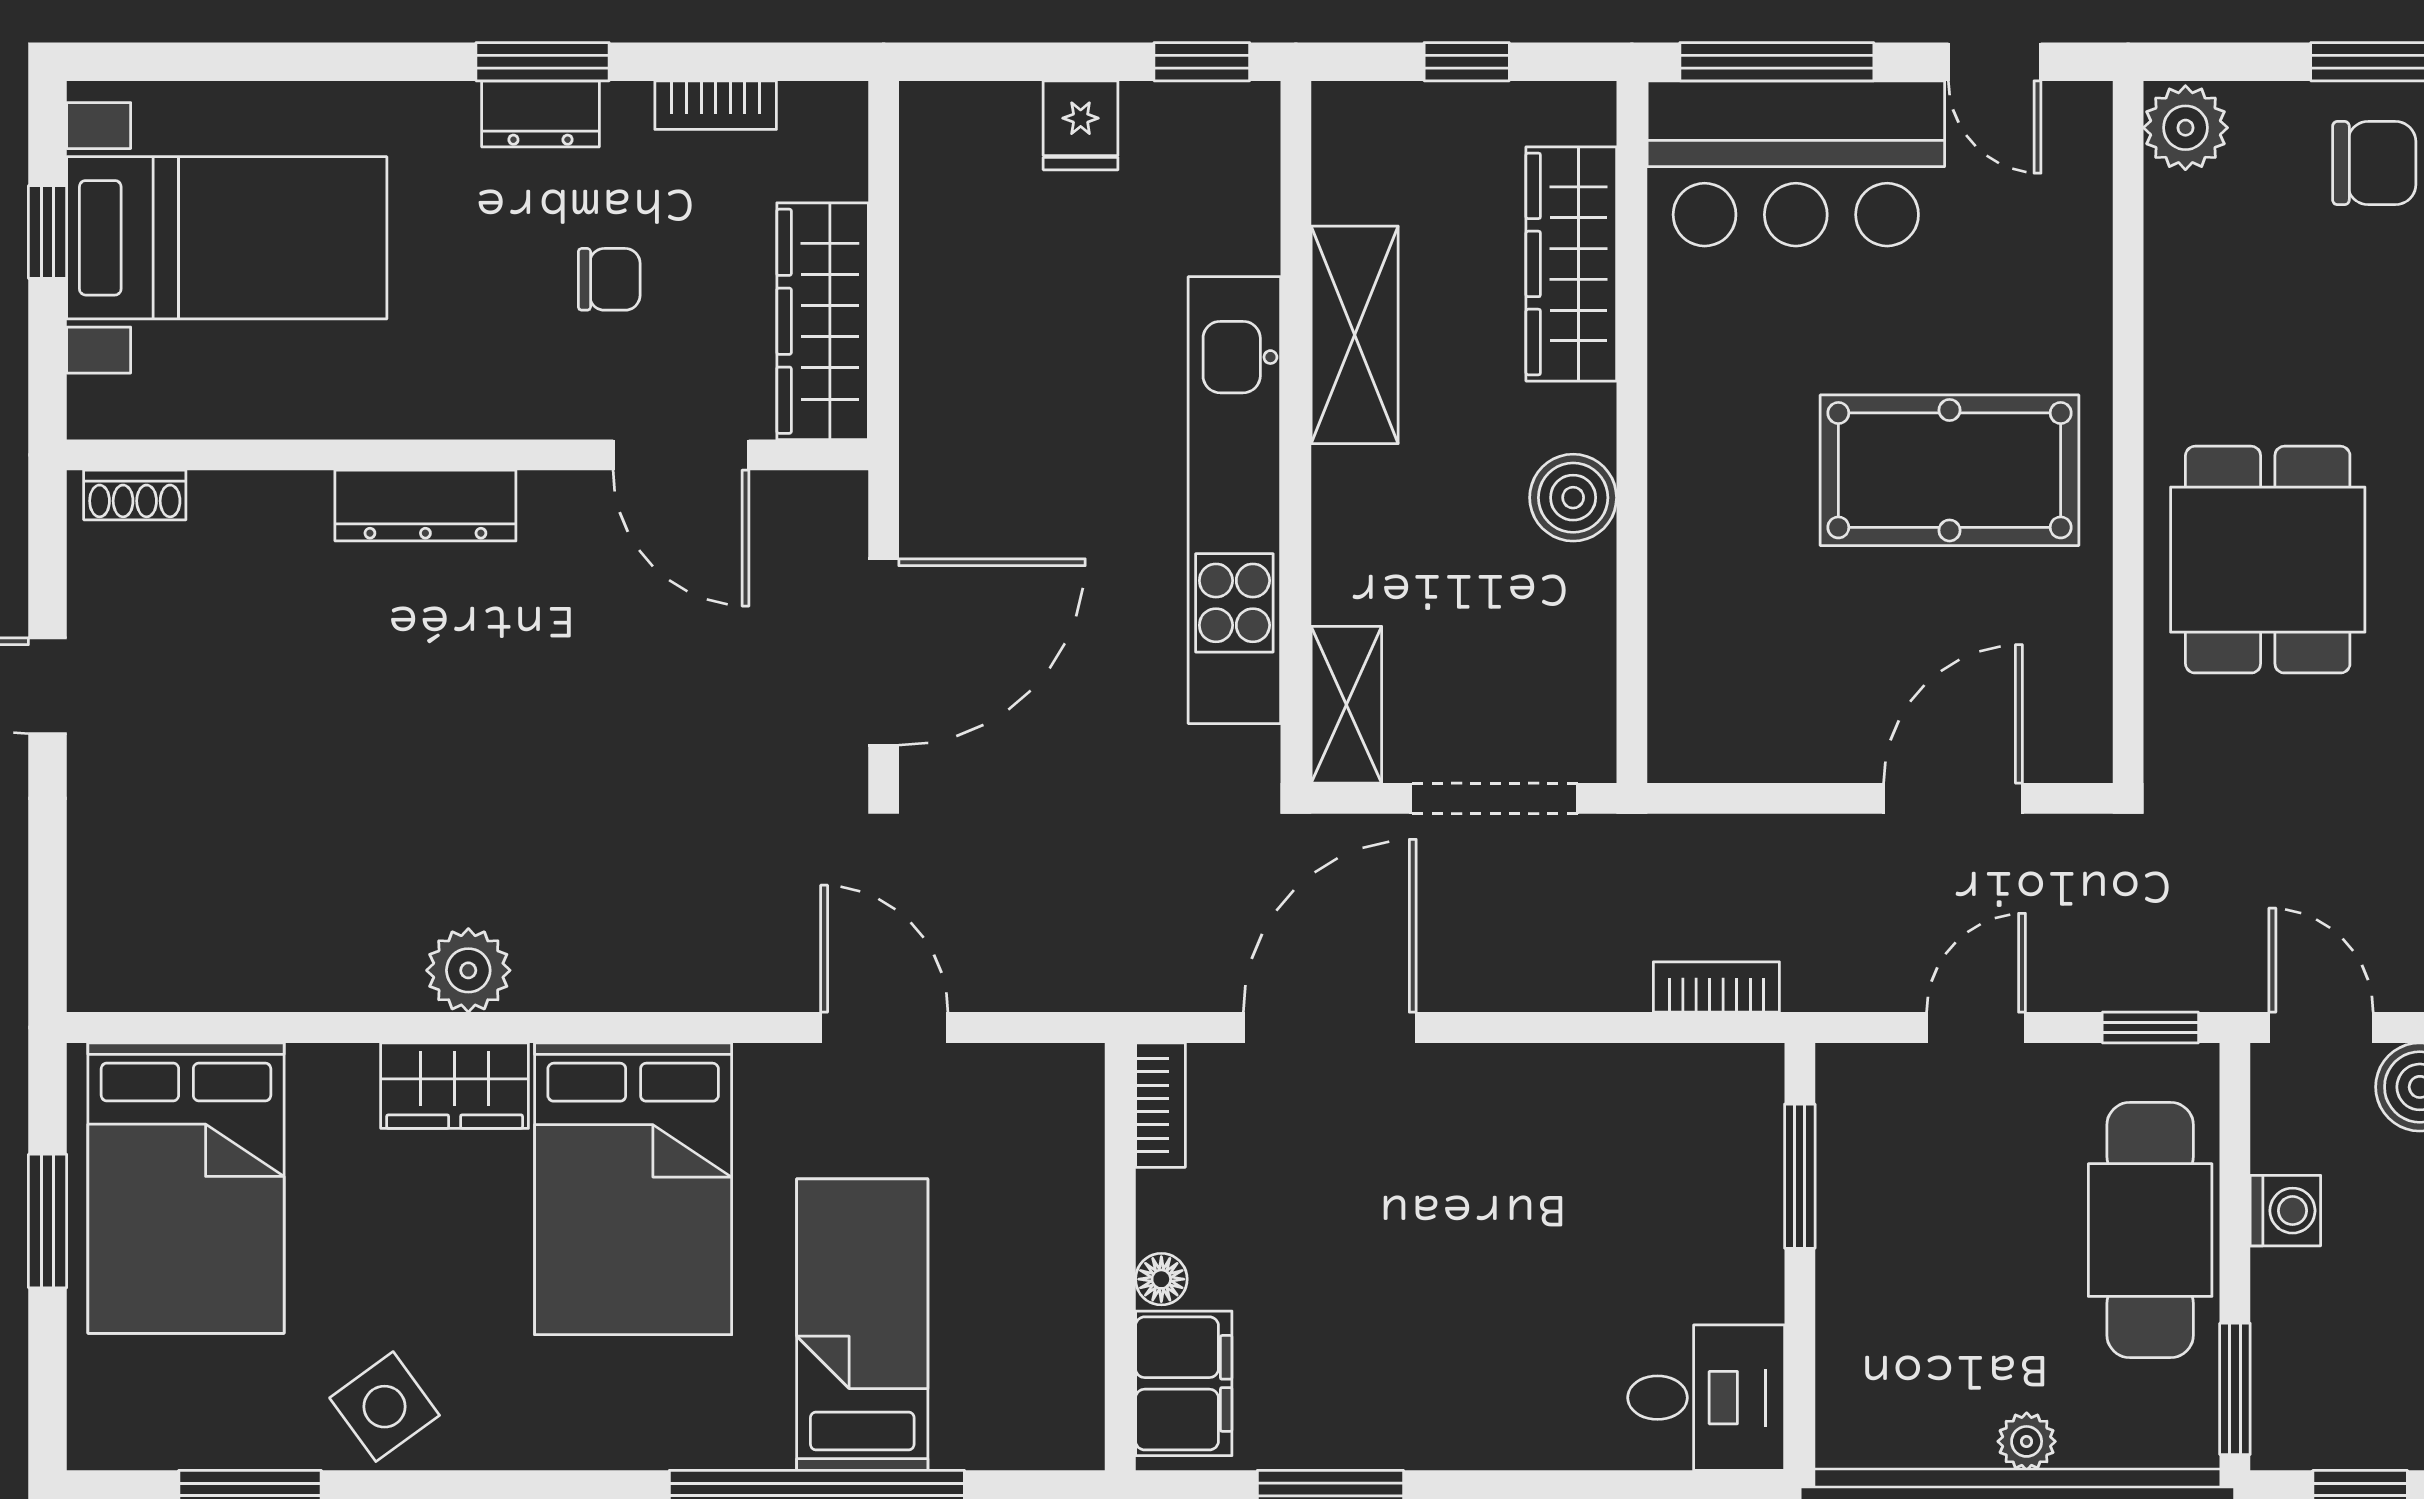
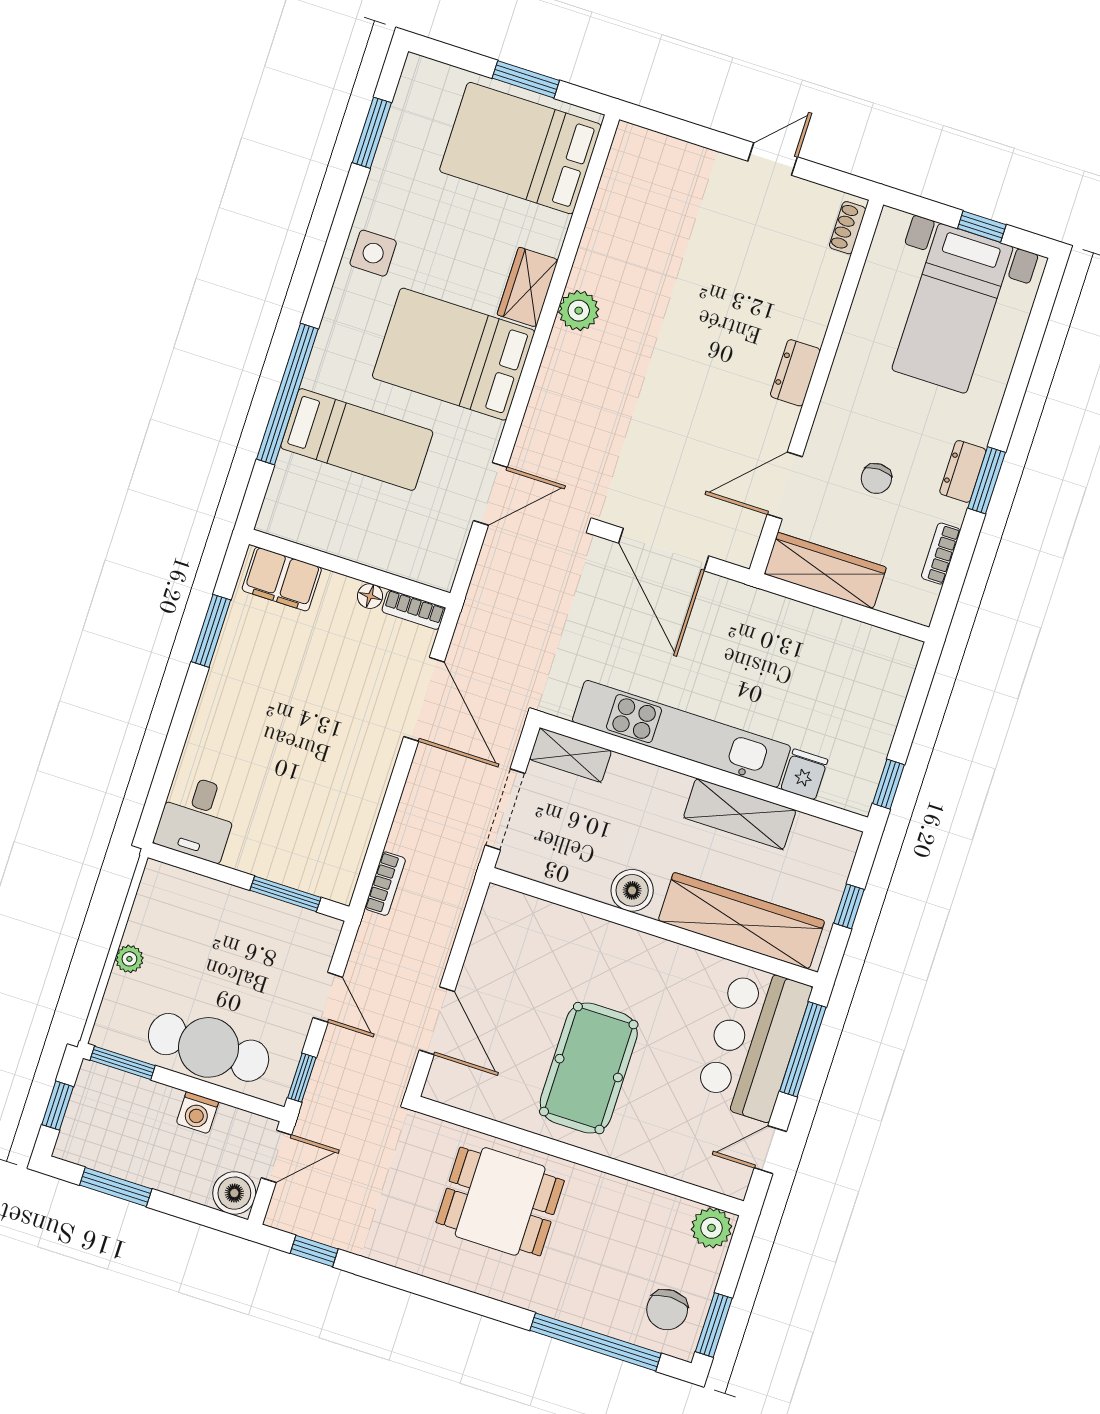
fridge: (1081, 125) -> (804, 774), moved, turned 90
wardrobe: (1571, 264) -> (741, 921), width x1.40, depth x1.17
dresser: (425, 506) -> (795, 373), width x0.70
floor lamp: (1161, 1279) -> (370, 596), moved
side table: (385, 1407) -> (373, 253), moved, turned 36

